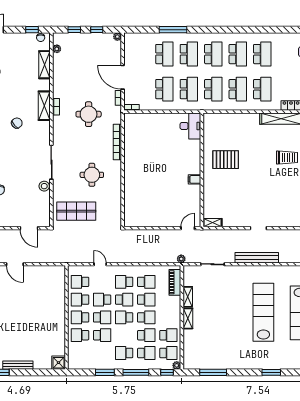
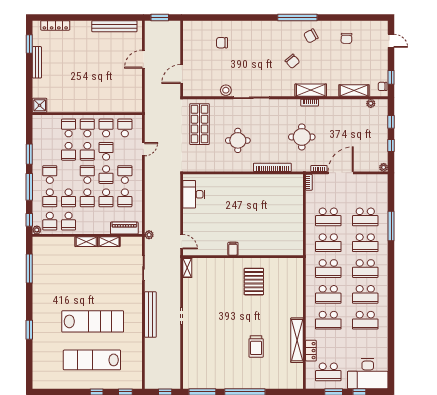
desk: (190, 126) -> (194, 194), moved, turned 90

